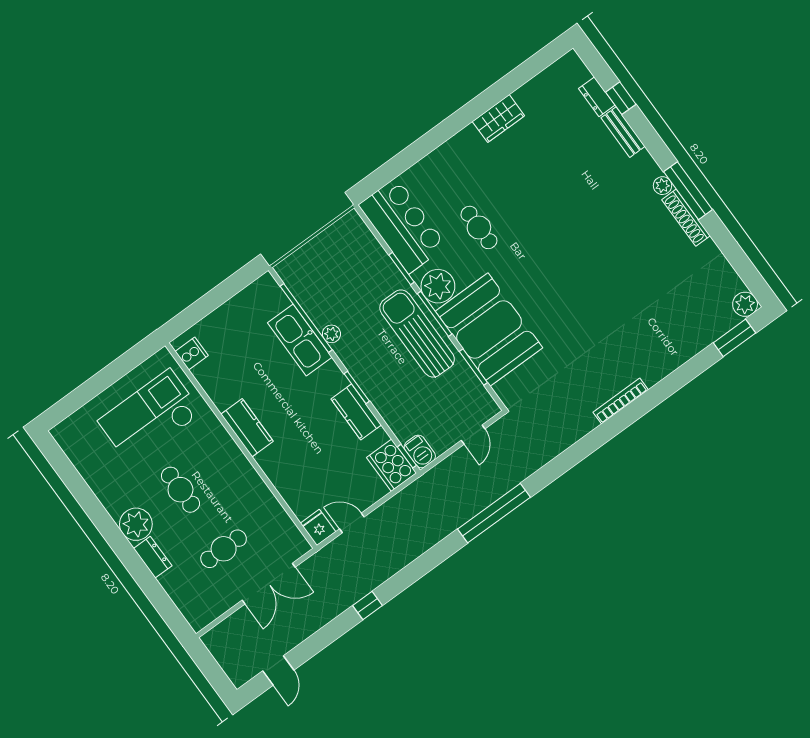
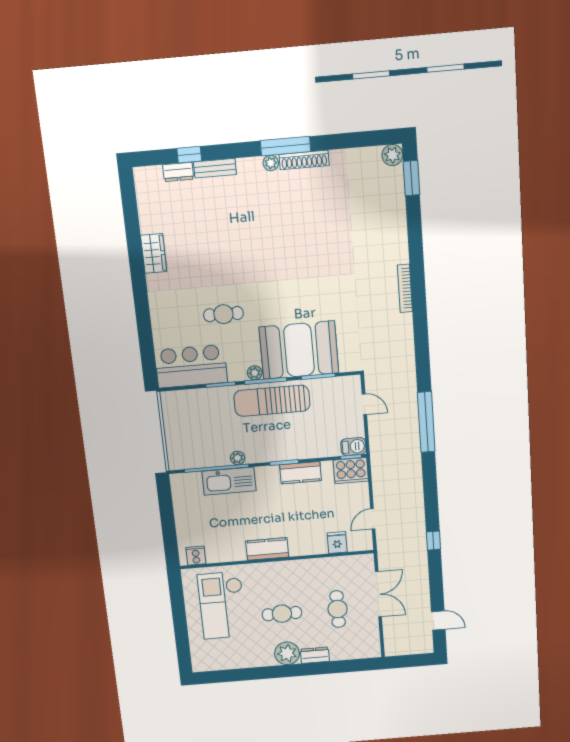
plant: (438, 286) -> (255, 373), width x0.53, depth x0.53
fridge: (318, 527) -> (337, 543), moved, turned 90

